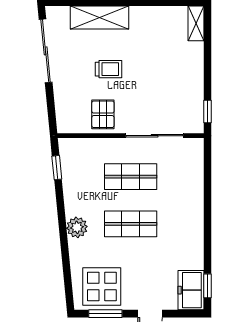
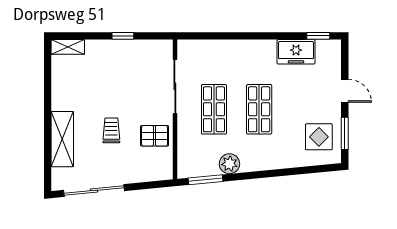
window: (208, 112) -> (123, 36), moved
window: (57, 168) -> (205, 180), width x1.50
plant: (77, 227) -> (229, 164), moved
display table: (102, 286) -> (319, 137), width x0.73, depth x0.73
freezer: (191, 290) -> (296, 52), moved

